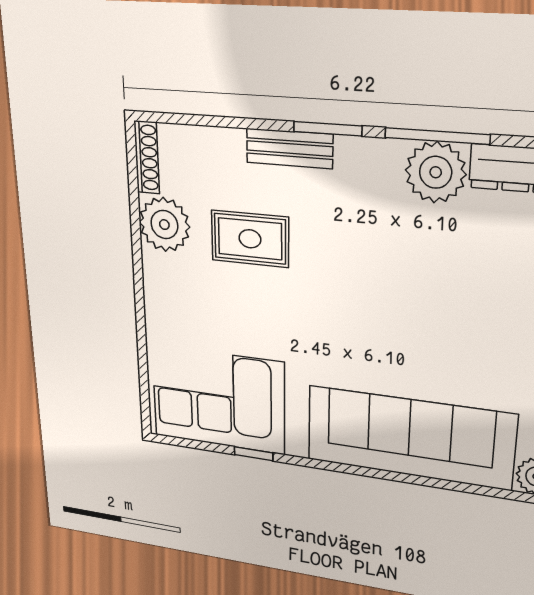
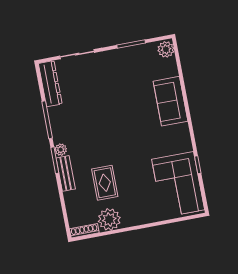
plant: (436, 172) -> (61, 150), moved, width x0.53, depth x0.53
sofa: (409, 437) -> (171, 101), width x0.54, depth x0.79

